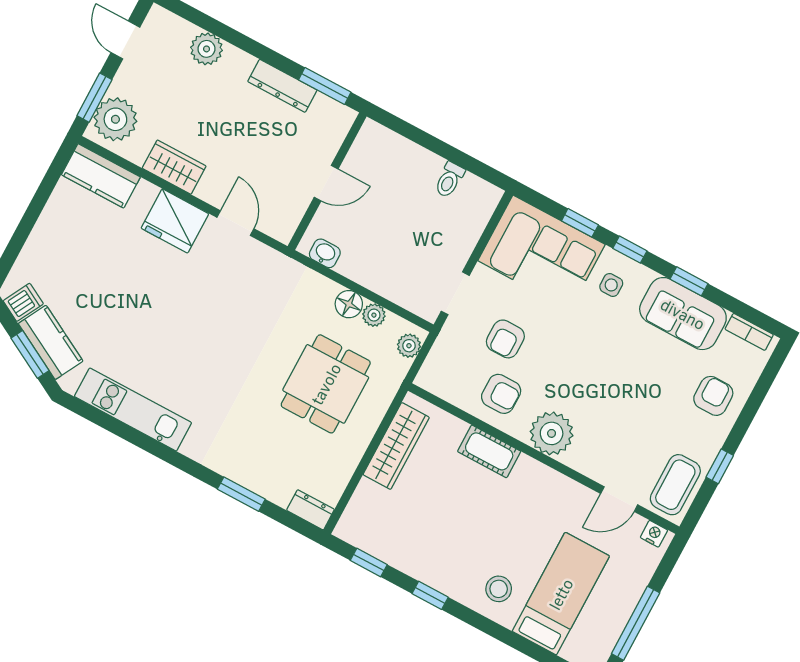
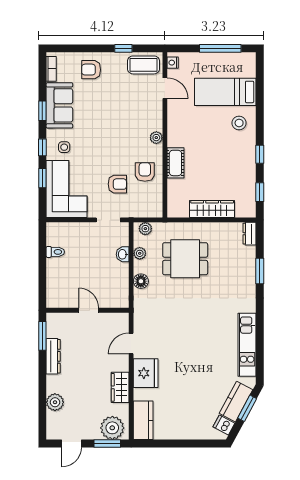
washbasin: (325, 253) -> (123, 254), moved
floor lamp: (349, 304) -> (141, 281), moved
plant: (552, 433) -> (156, 138), width x0.53, depth x0.53
wardrobe: (396, 446) -> (212, 209), moved

